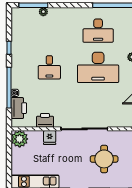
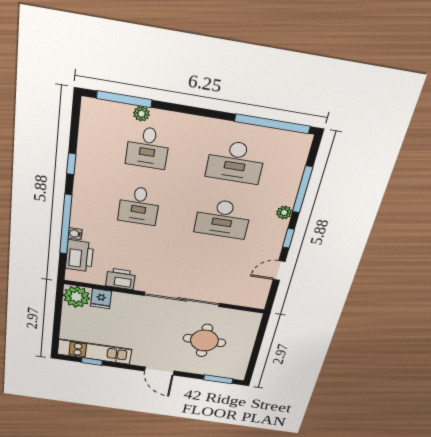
desk: (49, 31) -> (148, 148), added
desk: (98, 67) -> (223, 219), width x0.73, depth x0.77
fridge: (50, 138) -> (101, 299), moved

